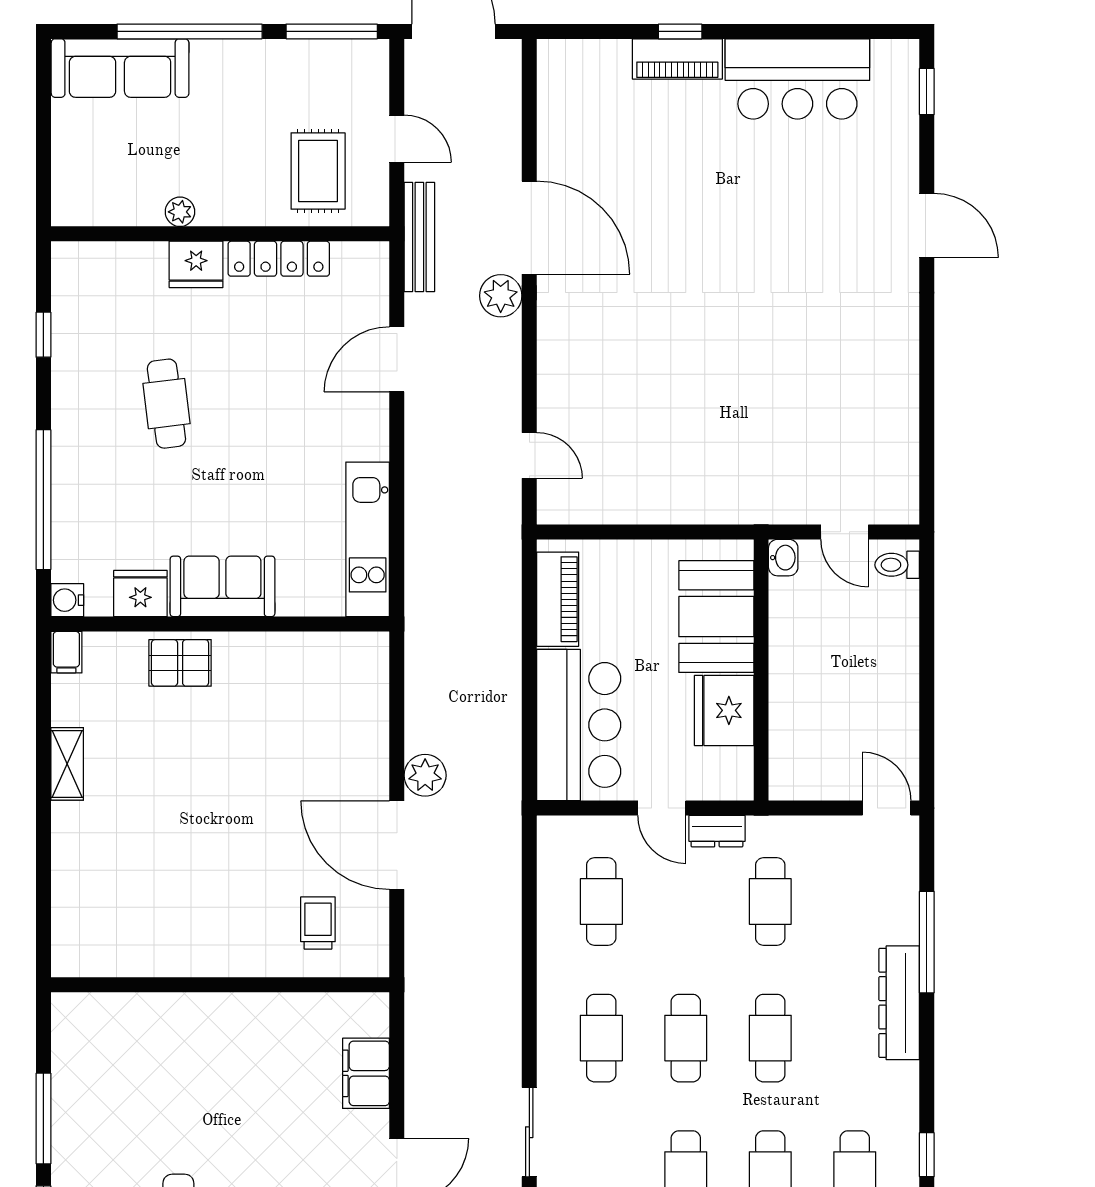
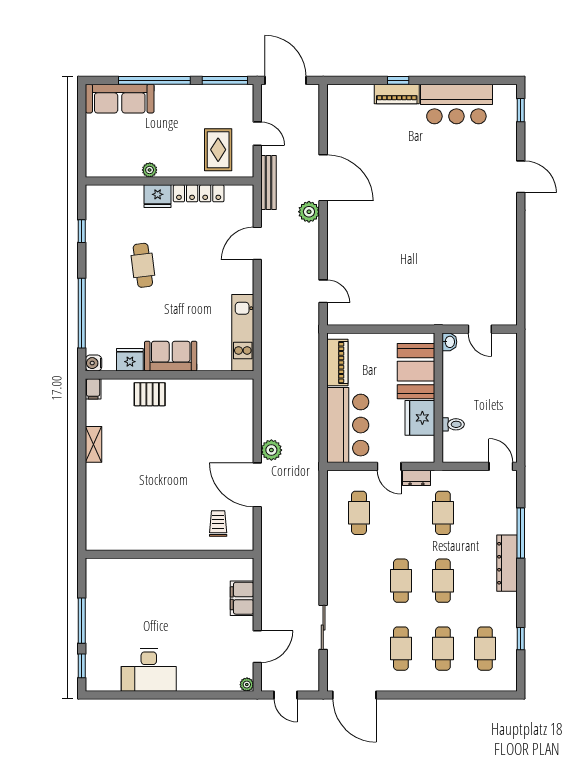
toilet: (897, 565) -> (453, 424), moved, turned 180
cafe table: (601, 1038) -> (359, 581), removed

